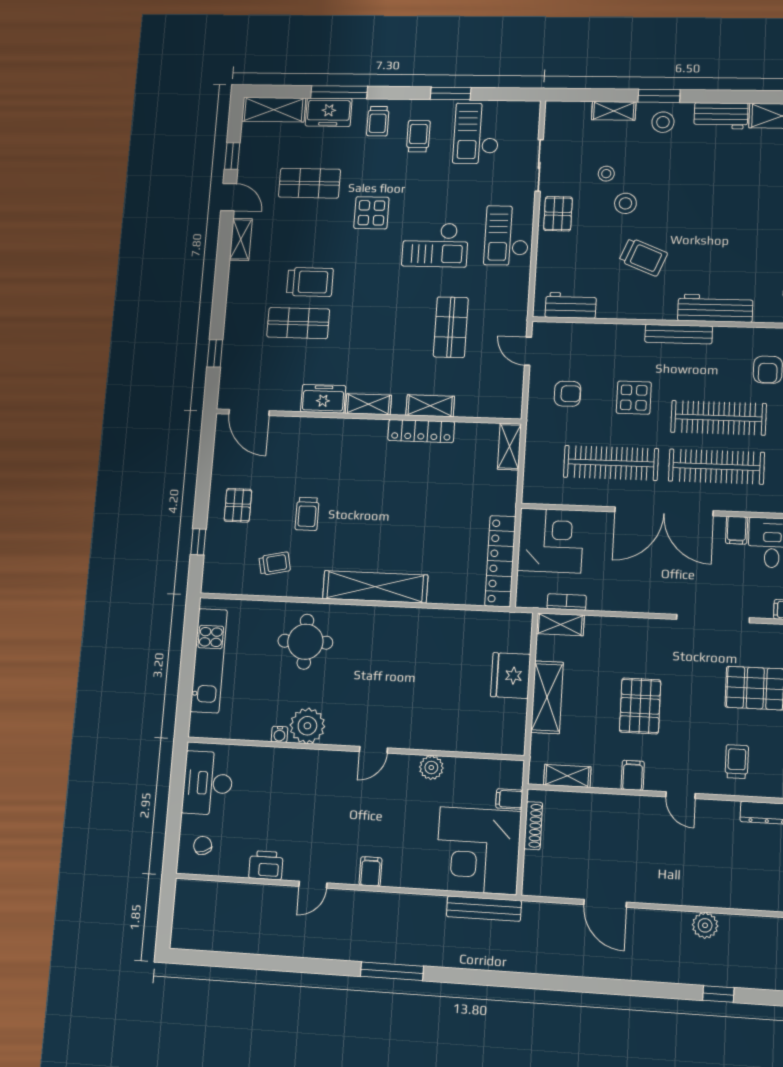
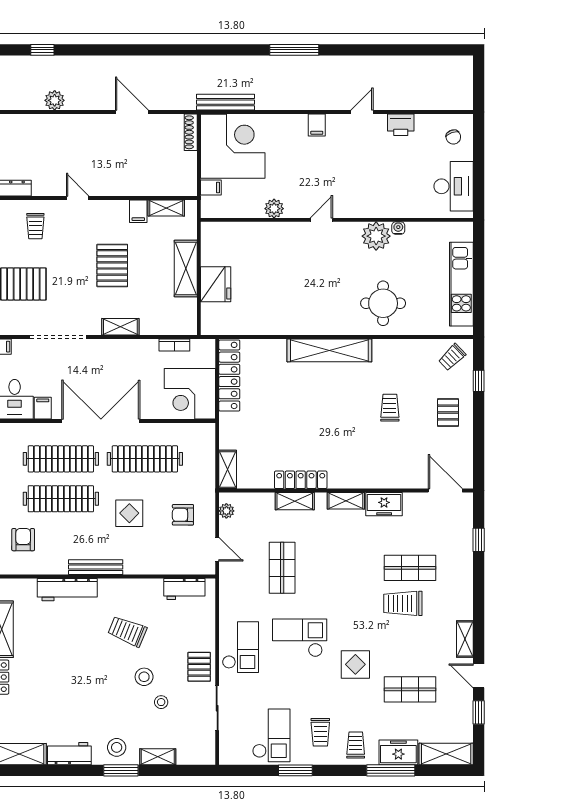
plant: (514, 397) -> (226, 511), added
trolley: (275, 564) -> (452, 357), moved, turned -32
shelving: (560, 624) -> (120, 327), moved
filing cabinet: (633, 775) -> (138, 211), moved
shoe rack: (533, 826) -> (191, 132), moved

